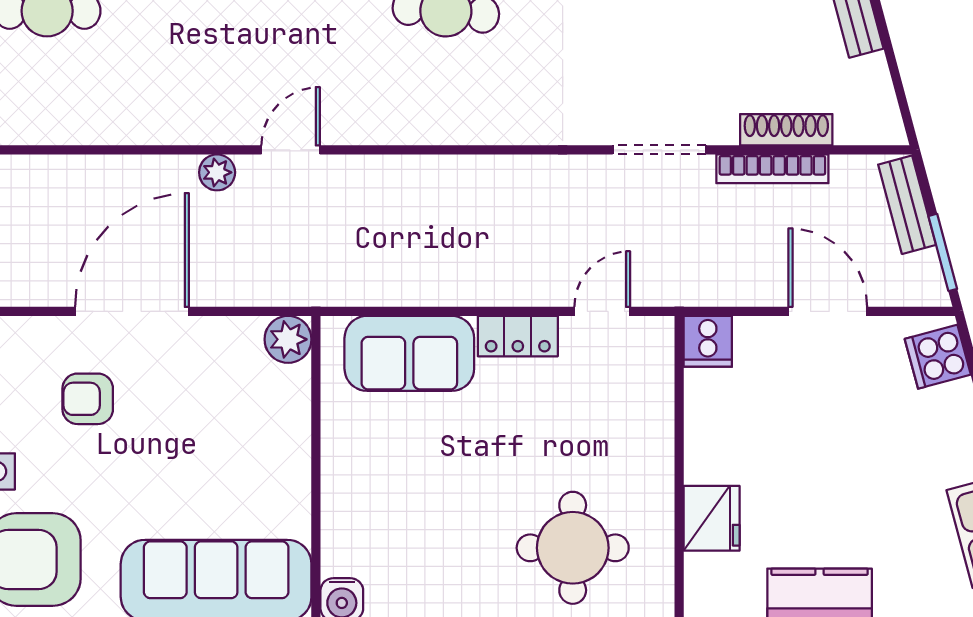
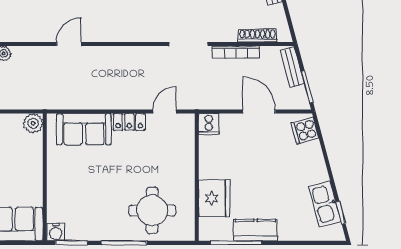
shoe rack: (786, 130) -> (257, 36), moved
door: (291, 150) -> (69, 44), moved
fridge: (712, 518) -> (214, 198), width x1.36, depth x1.34

